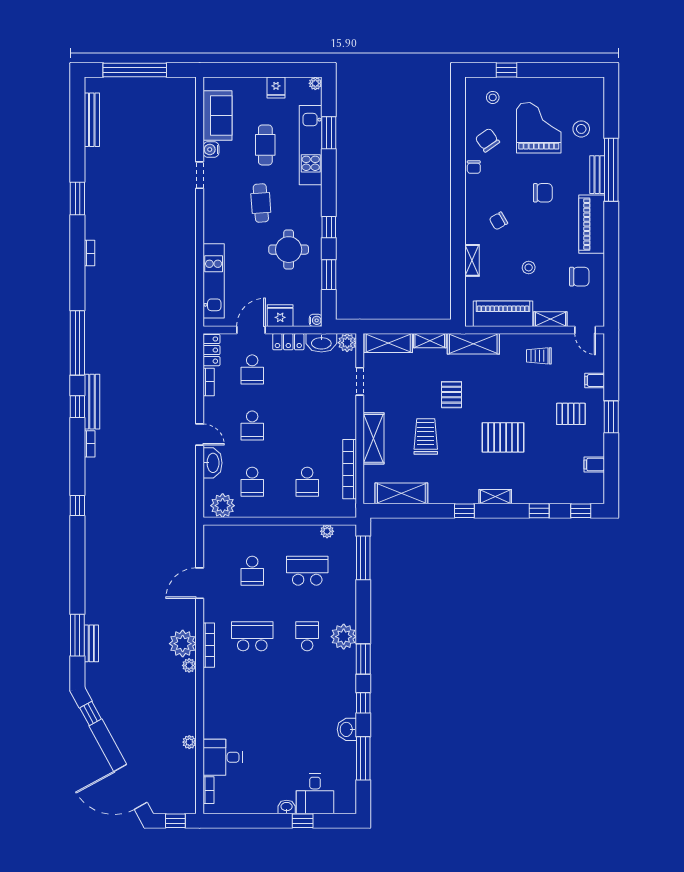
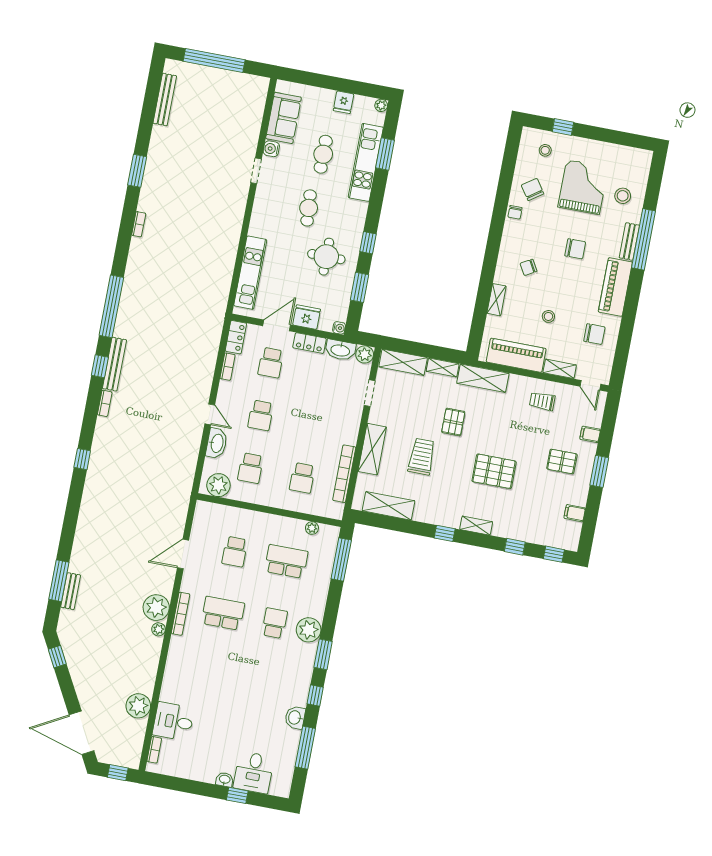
plant: (189, 742) -> (138, 706), width x1.88, depth x1.88

